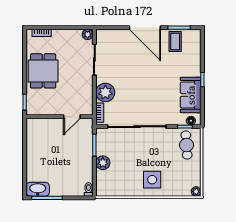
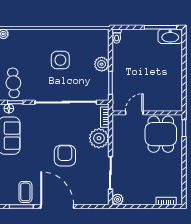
dining table: (43, 71) -> (161, 134), moved
armchair: (138, 76) -> (65, 156), added
side table: (152, 180) -> (60, 60), moved

